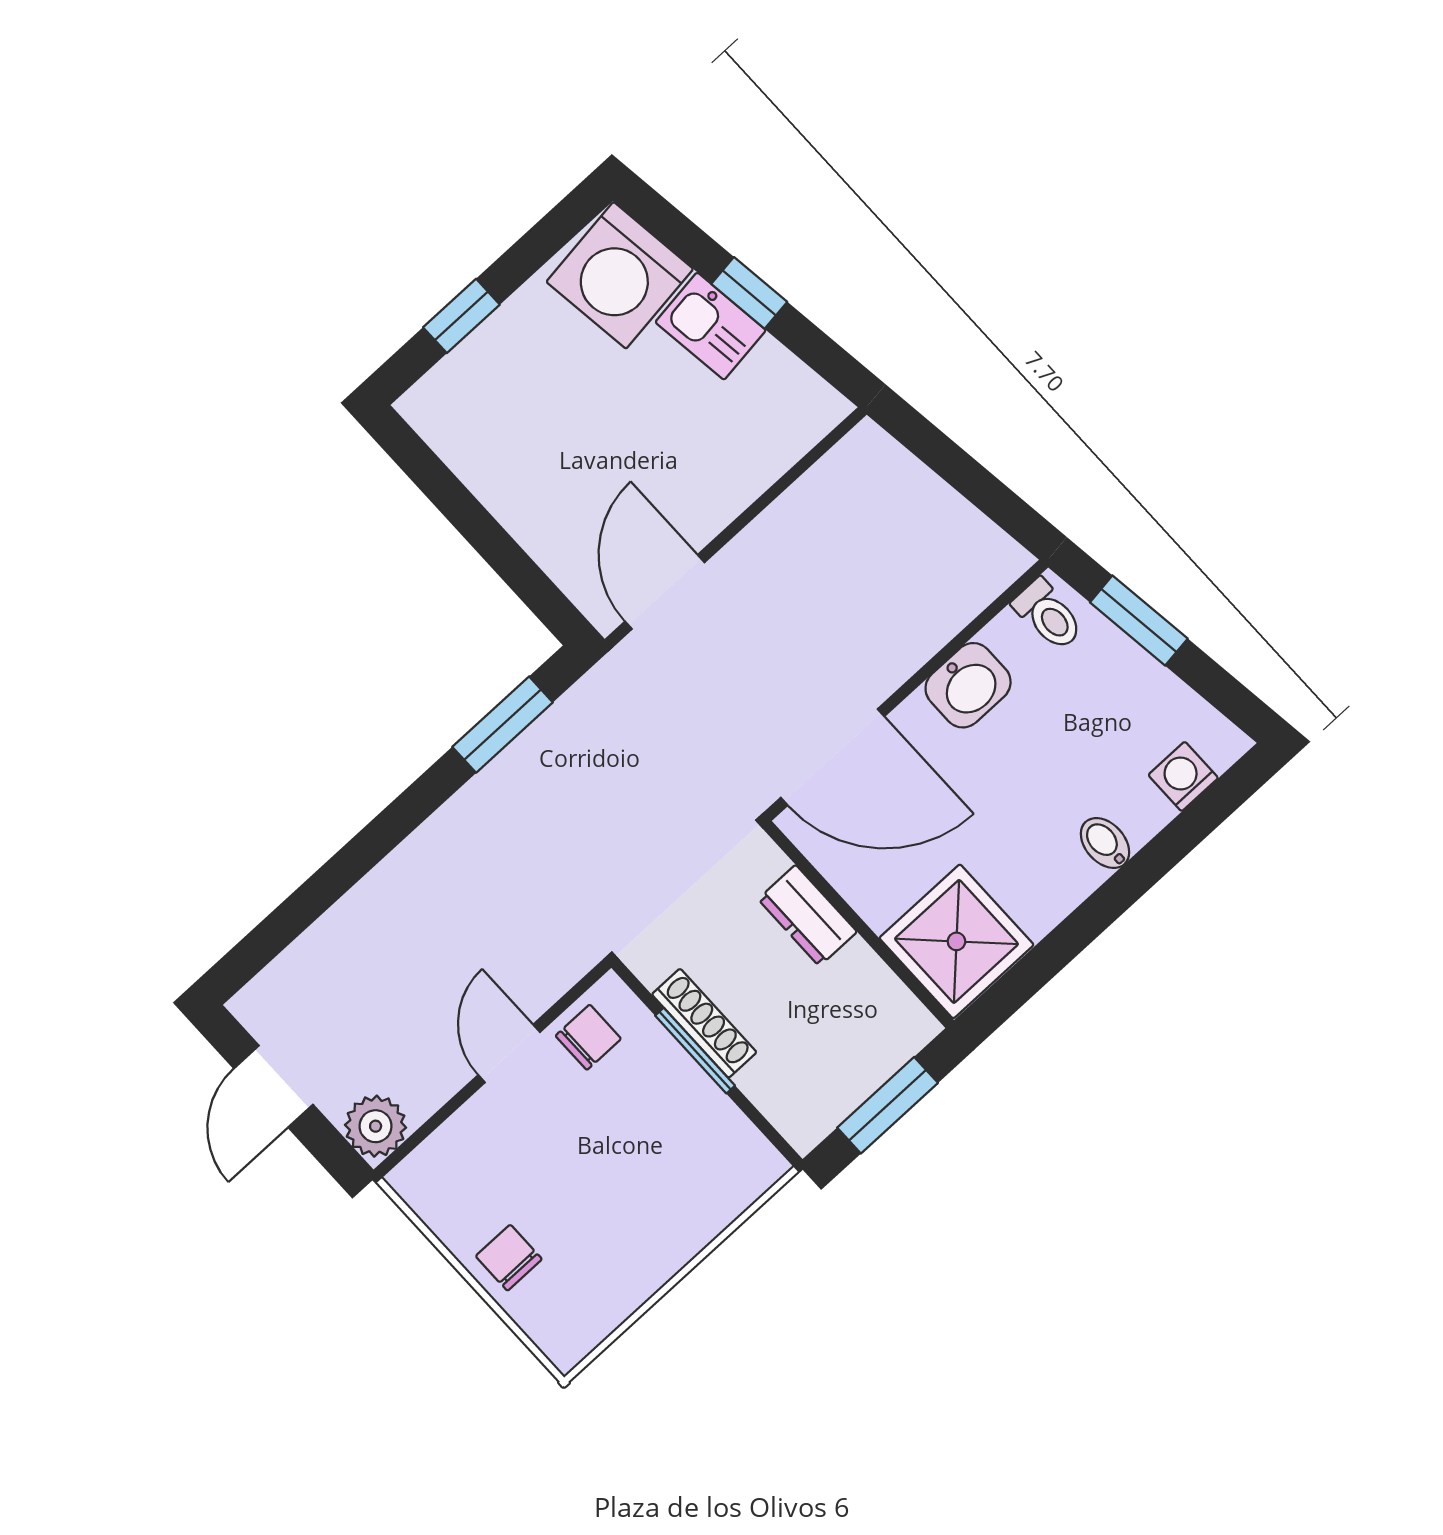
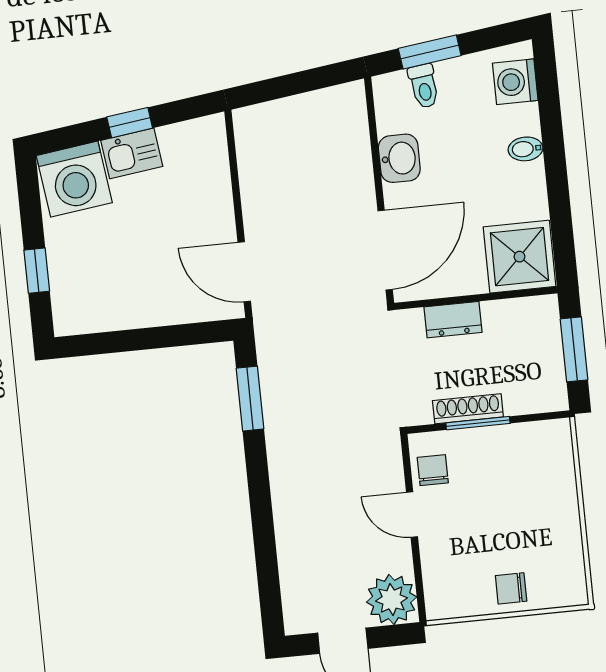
toilet: (1048, 615) -> (424, 86), moved, turned 83
washing machine: (1183, 776) -> (515, 82), width x1.38, depth x1.38
plant: (376, 1126) -> (392, 600), width x1.36, depth x1.36

